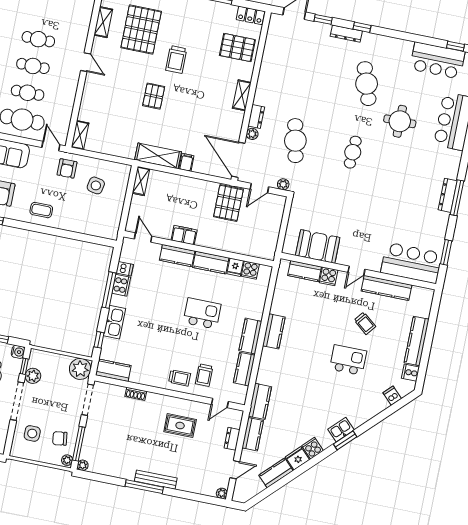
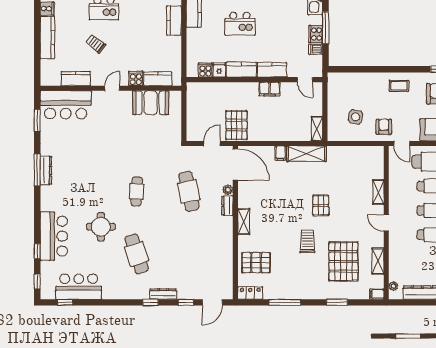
shelving: (80, 135) -> (378, 192), moved
plant: (283, 184) -> (192, 151), removed
kitchen counter: (387, 288) -> (76, 79), width x0.67

